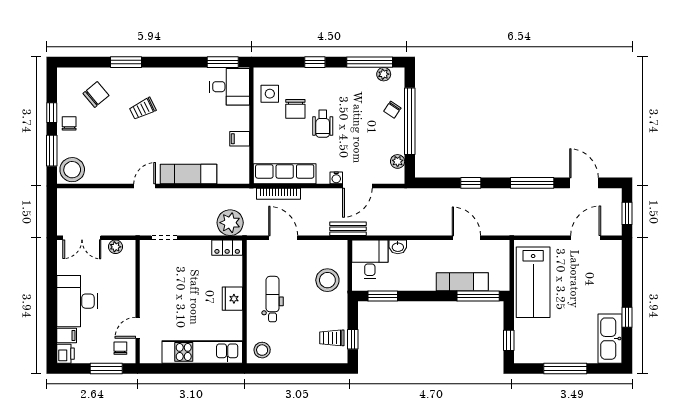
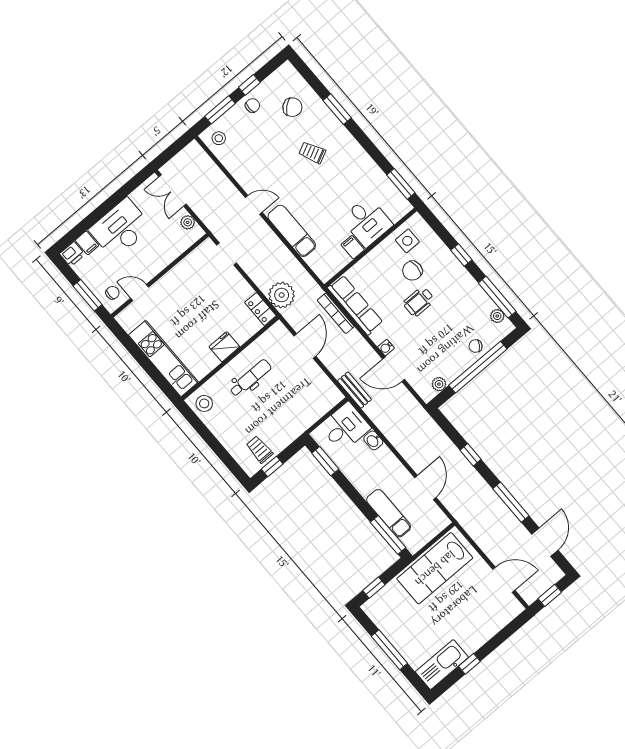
desk: (230, 87) -> (367, 222), moved
stool: (72, 170) -> (219, 138), width x0.53, depth x0.53
stool: (327, 280) -> (301, 408), removed

